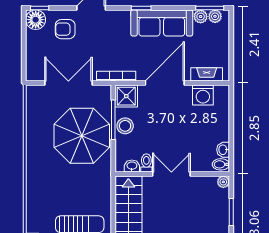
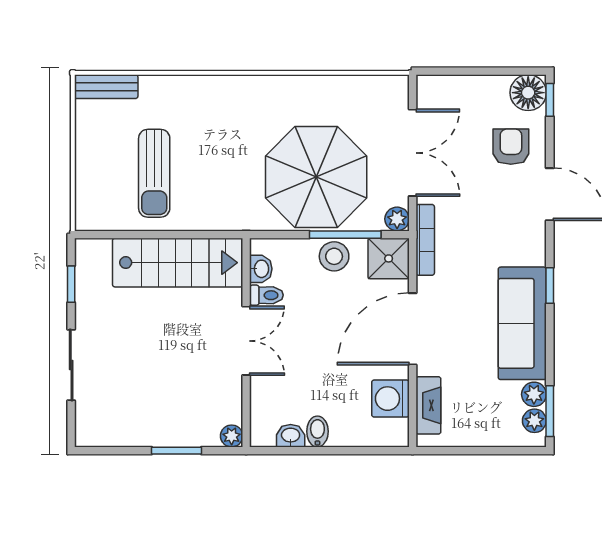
door: (165, 83) -> (413, 329), swing flipped
plant: (105, 91) -> (397, 219), added
bidet: (221, 164) -> (317, 431), moved

